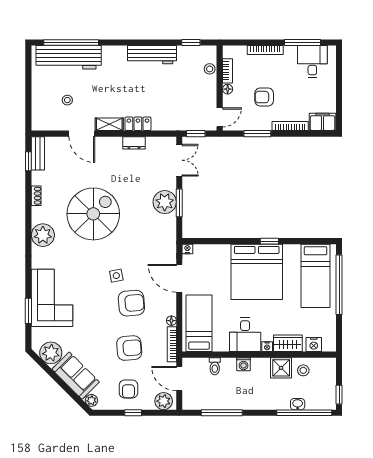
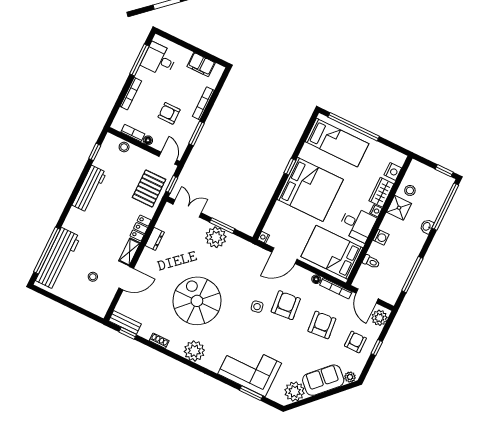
armchair: (264, 97) -> (169, 113), turned 90
pallet: (181, 113) -> (149, 188), added
filing cabinet: (322, 122) -> (201, 65), moved, turned -90
bed: (199, 323) -> (332, 252), width x1.50
door: (179, 379) -> (367, 296), hinge flipped
armchair: (128, 389) -> (355, 342), turned -90
washbasin: (298, 404) -> (427, 226), moved

